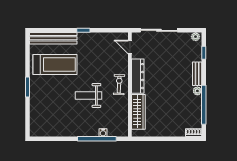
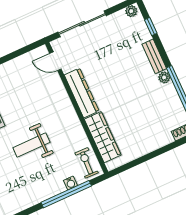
exercise bike: (119, 85) -> (87, 163), moved

